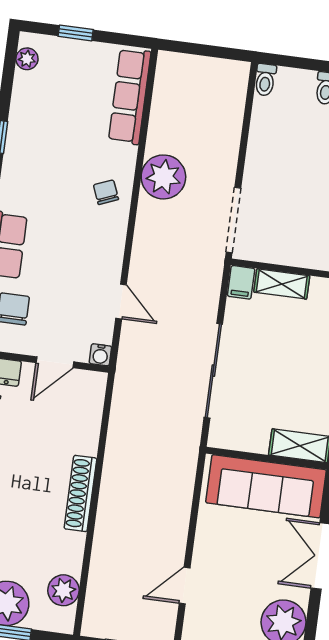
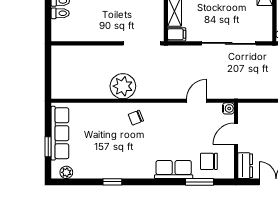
toilet: (265, 80) -> (60, 13), moved
row of seats: (130, 96) -> (60, 133), moved, turned -90
door: (55, 362) -> (236, 134), swing flipped

